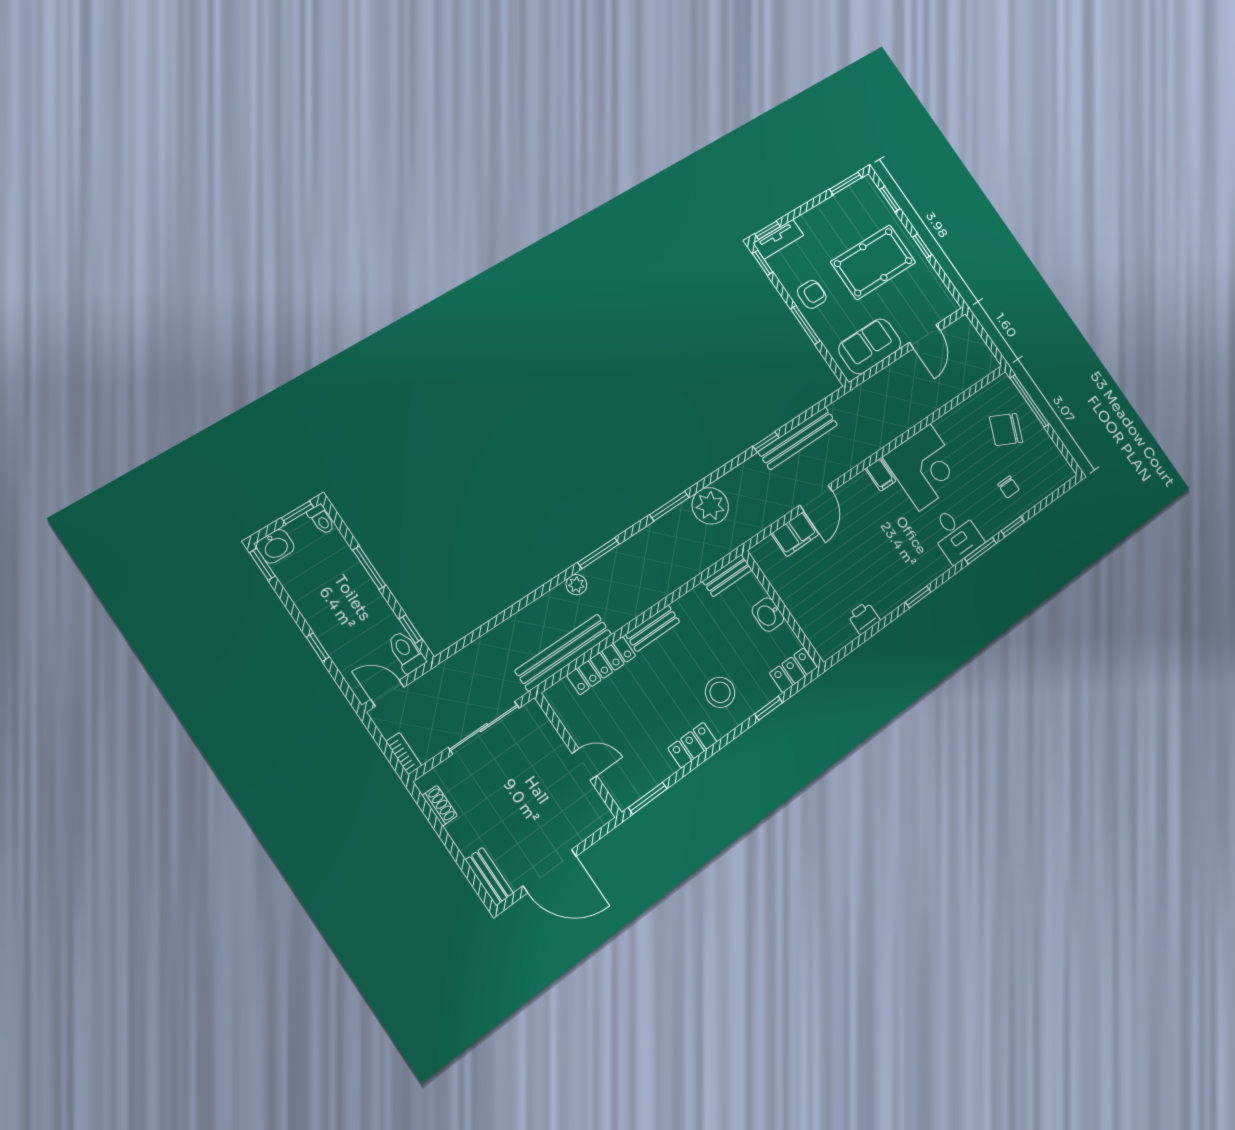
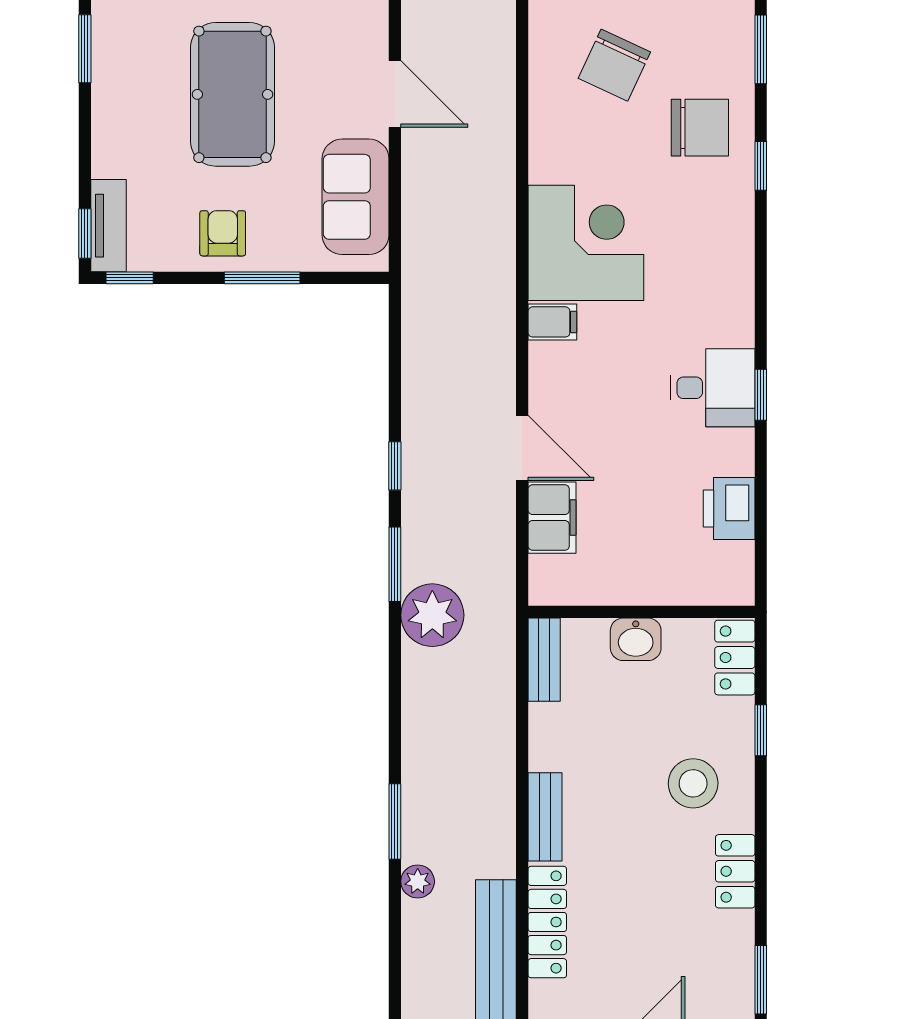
bench: (798, 438) -> (420, 412), removed
chair: (1009, 487) -> (700, 128), width x1.87, depth x1.87
window: (669, 506) -> (395, 564), moved
desk: (956, 534) -> (713, 388), moved
window: (981, 551) -> (761, 49), moved
printer: (864, 618) -> (729, 508), width x1.36, depth x1.24

